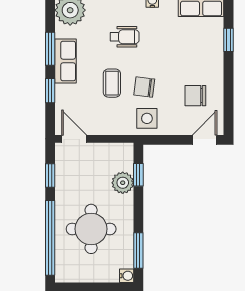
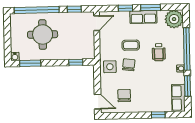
plant: (123, 183) -> (71, 53), removed

